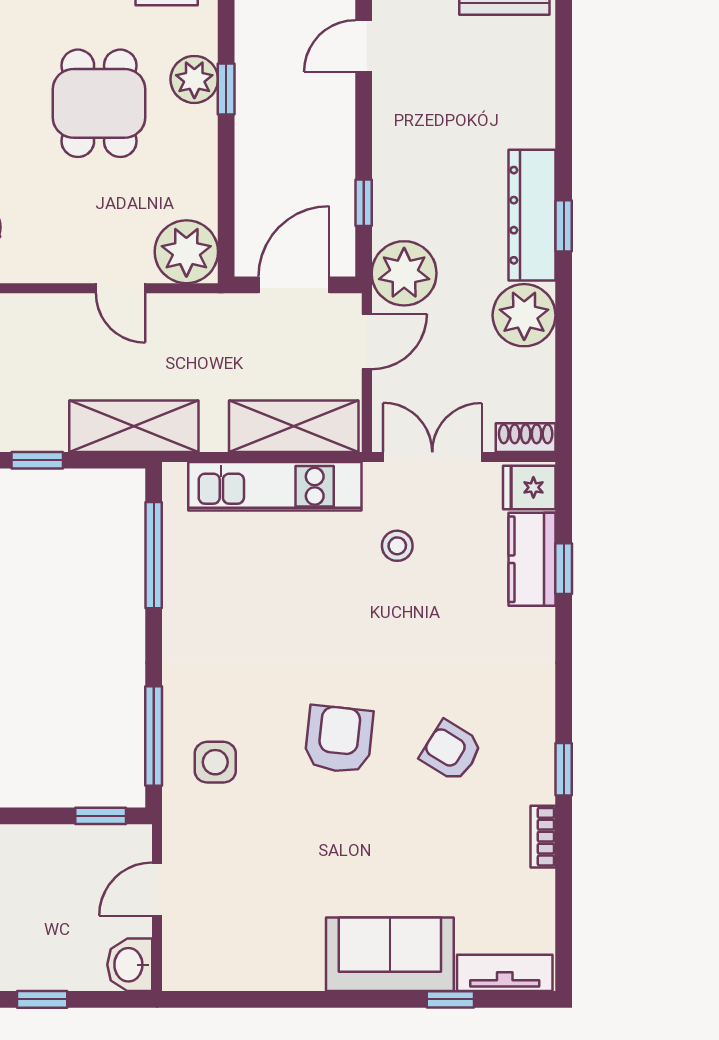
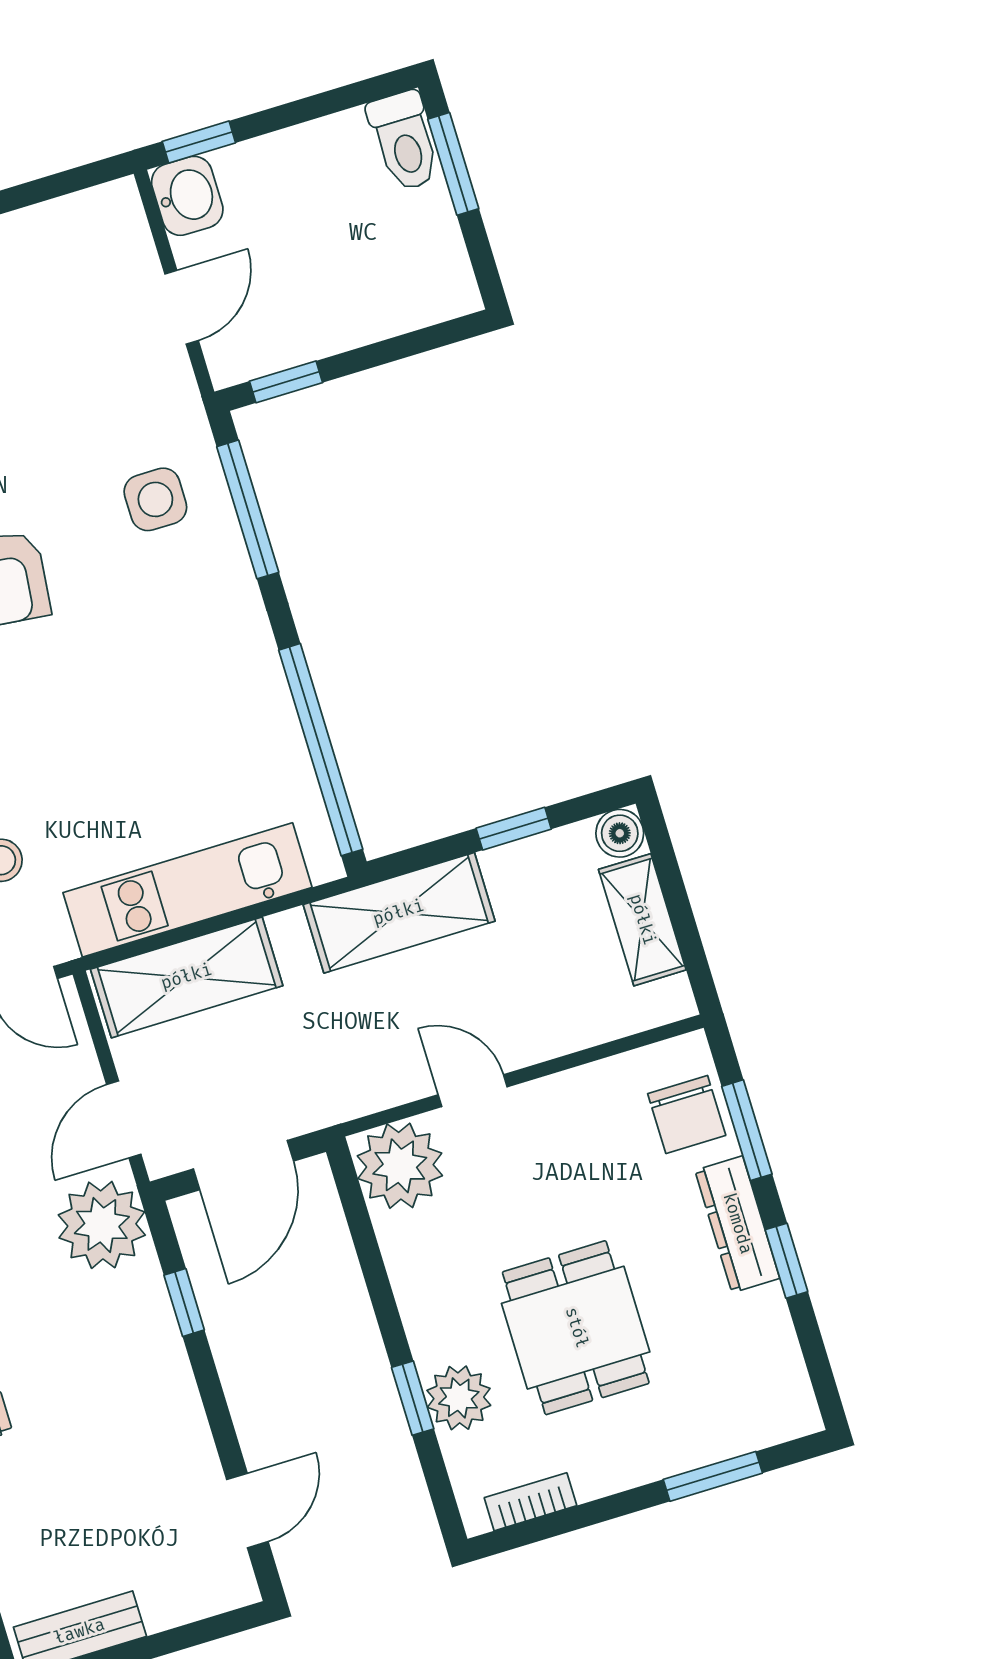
window: (154, 555) -> (321, 750), width x1.46
window: (42, 999) -> (199, 142), moved

